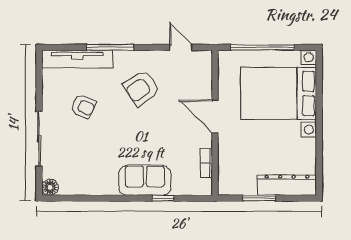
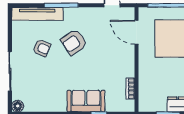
armchair: (141, 88) -> (74, 42), moved
door: (215, 116) -> (136, 32), moved

